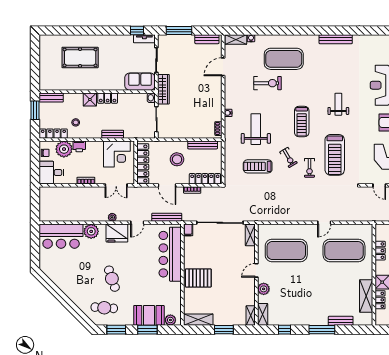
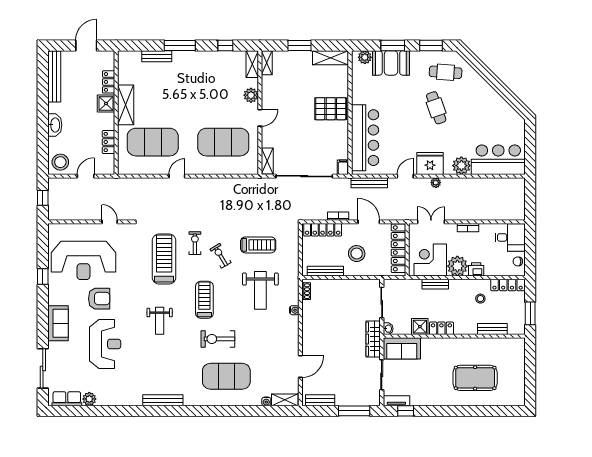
exercise bike: (267, 83) -> (218, 339), moved
bench: (51, 98) -> (492, 329), moved
shower: (90, 100) -> (420, 327), moved
plant: (64, 149) -> (457, 266), moved
shelving: (366, 296) -> (126, 105), moved

